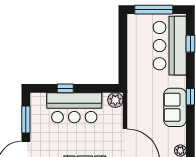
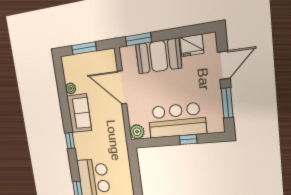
sofa: (175, 107) -> (79, 113), moved

